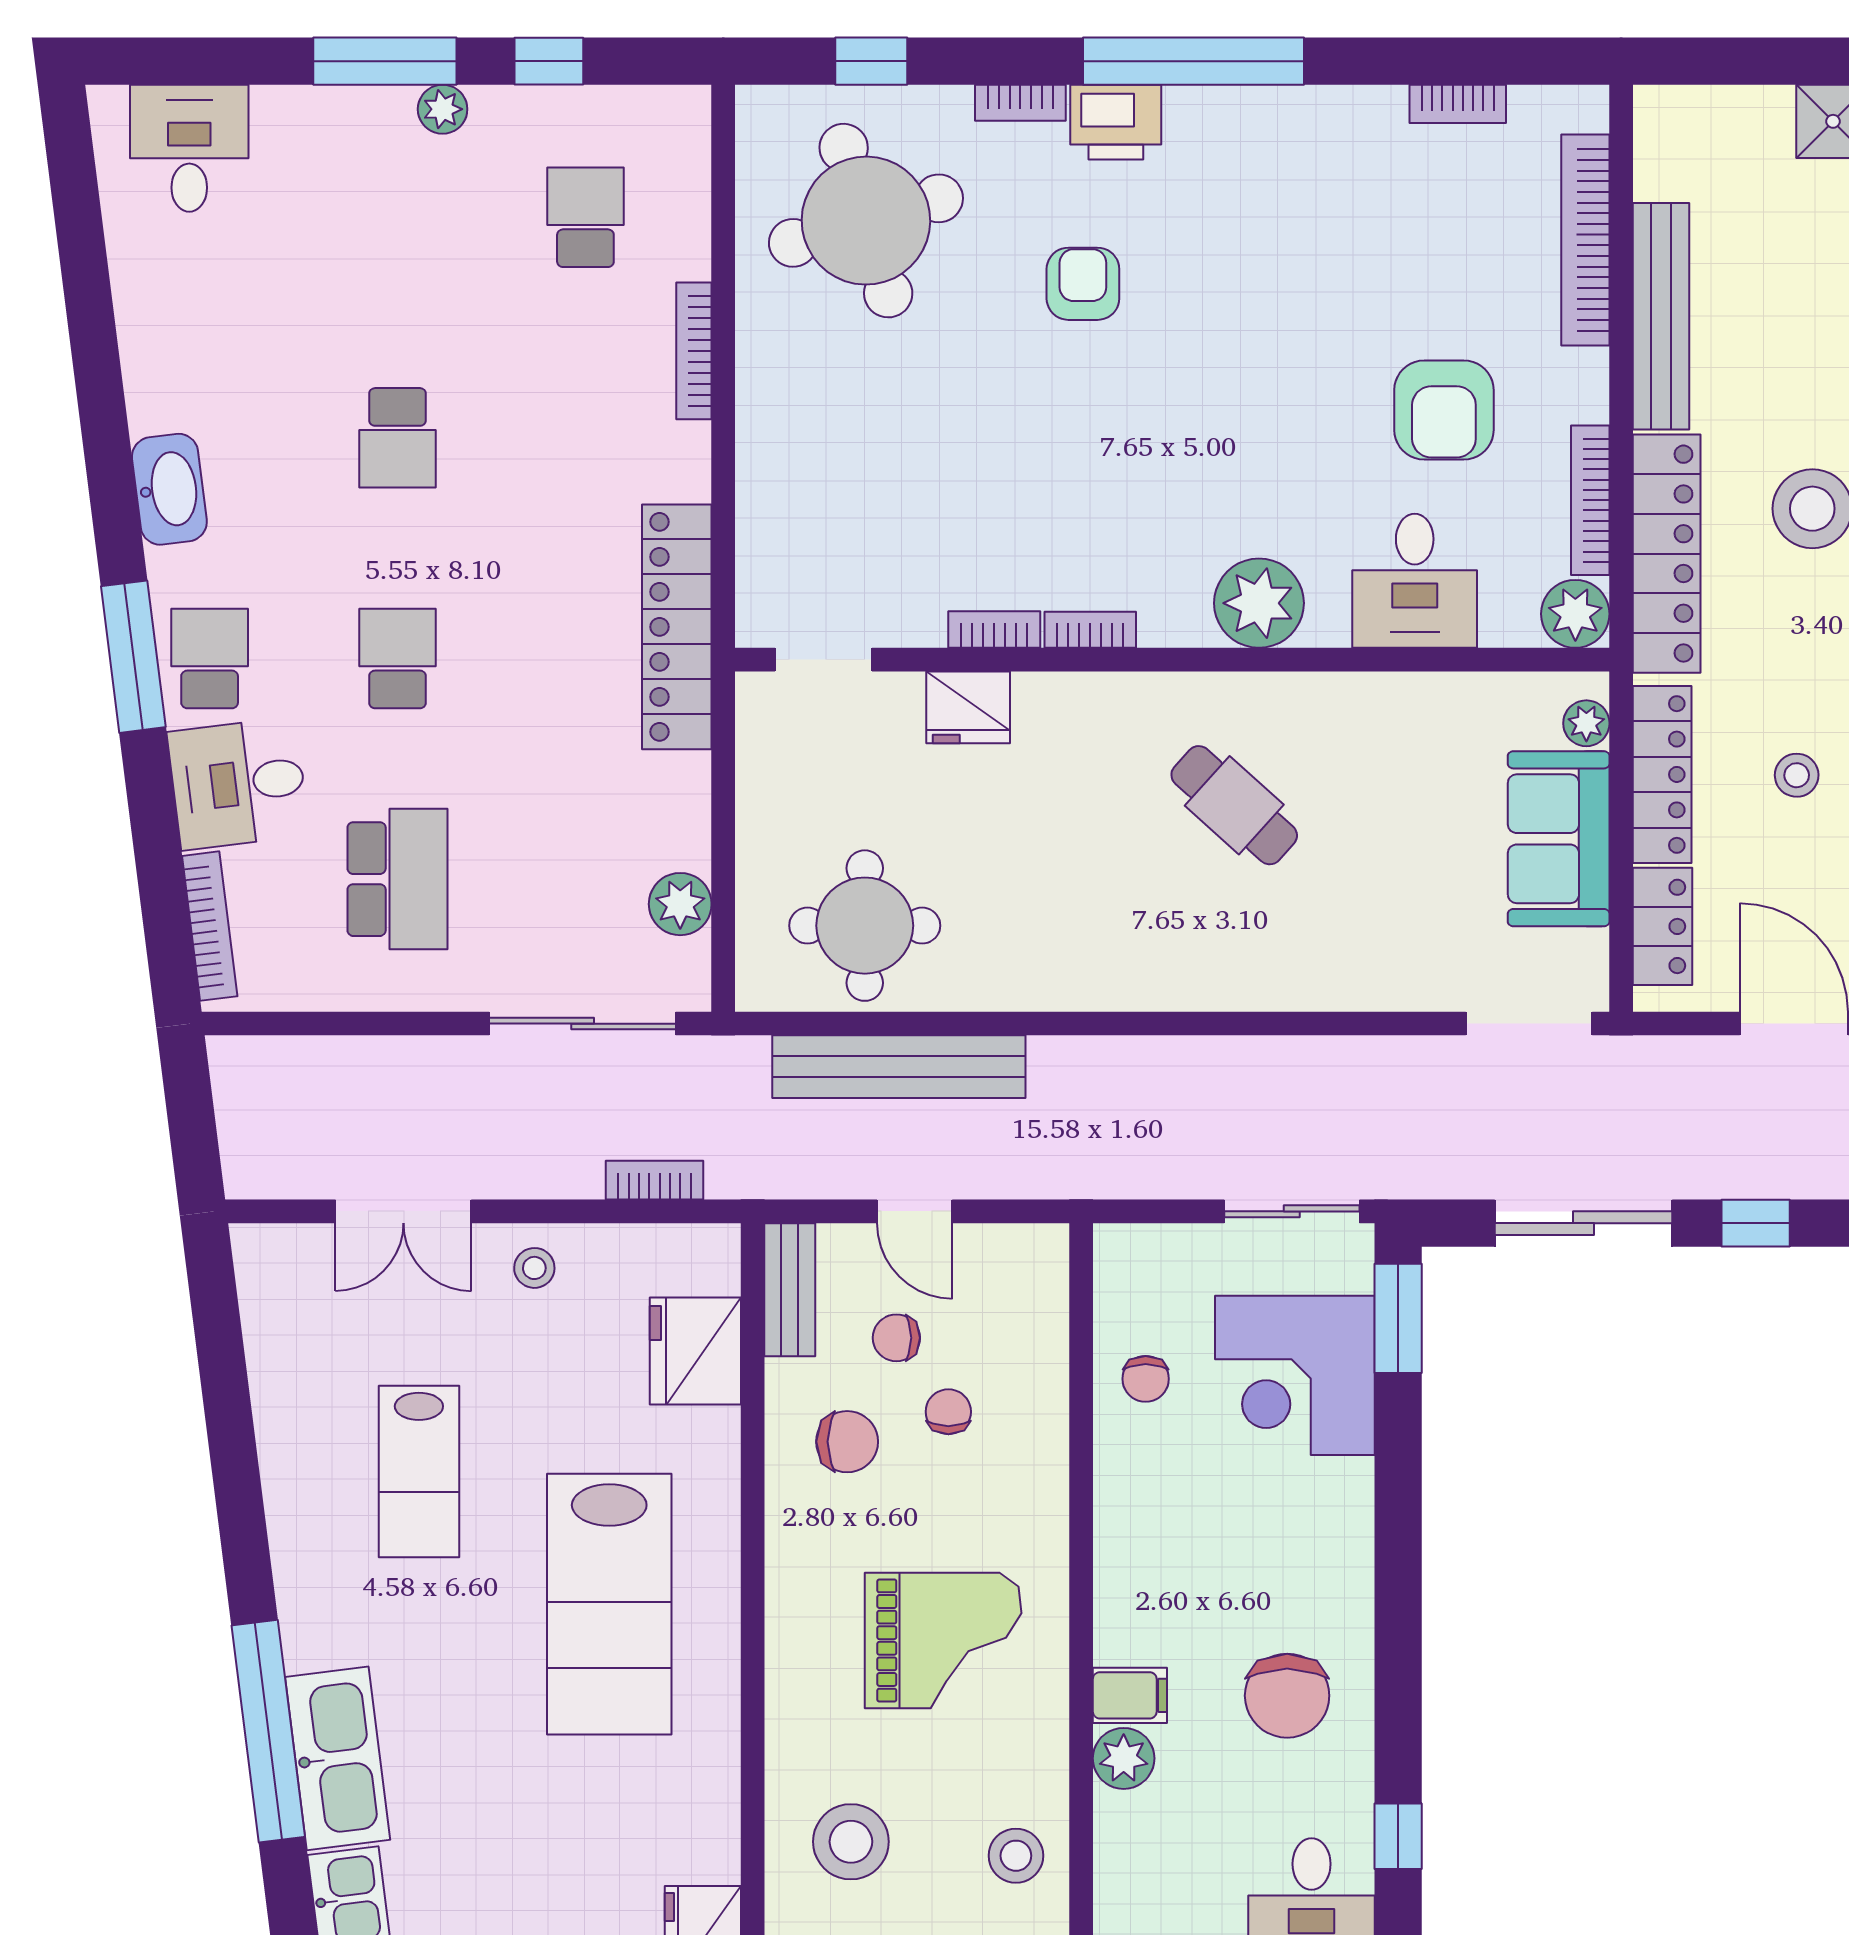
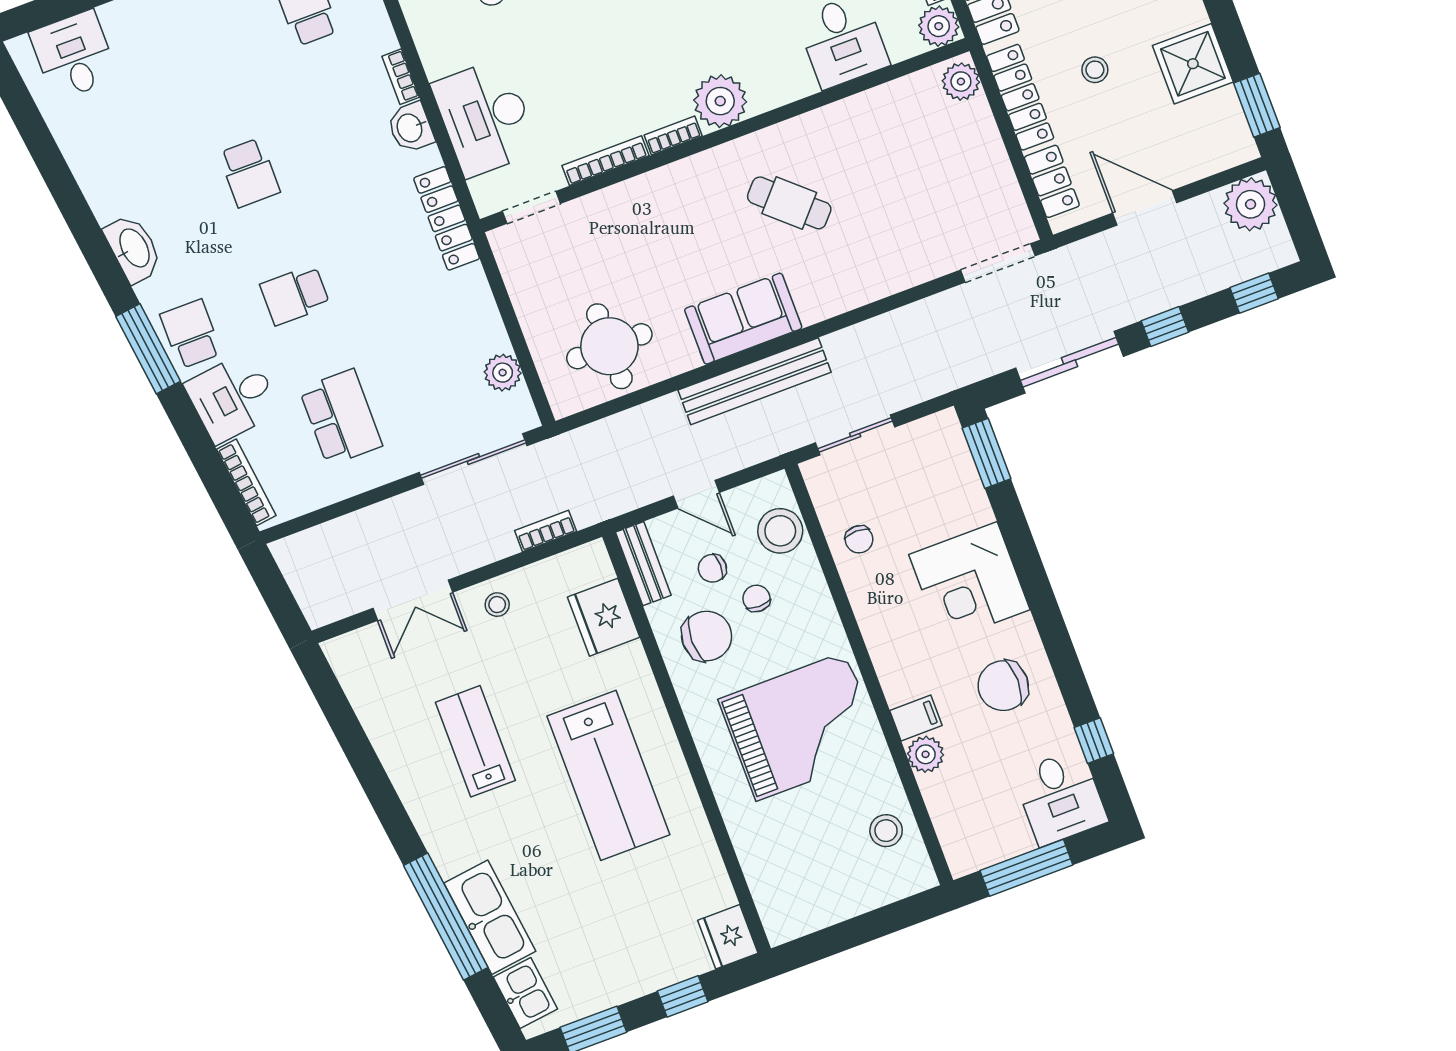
bookcase: (694, 351) -> (401, 77), width x0.64
washbasin: (679, 462) -> (411, 128), added
desk: (803, 490) -> (485, 118), added
plant: (1259, 603) -> (720, 101), moved
locker: (677, 627) -> (447, 218), width x0.71, depth x0.83
bookcase: (994, 630) -> (605, 161), width x1.56
school desk: (398, 658) -> (295, 295), turned -90
fridge: (968, 707) -> (621, 204), removed
plant: (1586, 723) -> (961, 82), width x1.38, depth x1.38
sofa: (1559, 839) -> (743, 319), moved, turned 90
bench: (899, 1067) -> (755, 381), moved
sliding door: (1292, 1211) -> (855, 435), moved
corner desk: (1295, 1375) -> (969, 582), moved
chair: (847, 1442) -> (707, 636), width x1.37, depth x1.37
lab bench: (419, 1472) -> (475, 741), turned 180
grand piano: (943, 1640) -> (801, 726), width x1.37, depth x1.48
chair: (1287, 1696) -> (1003, 686), turned 90
stool: (851, 1842) -> (780, 531), moved

